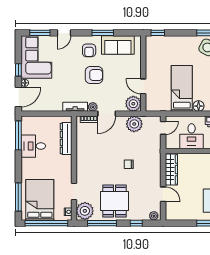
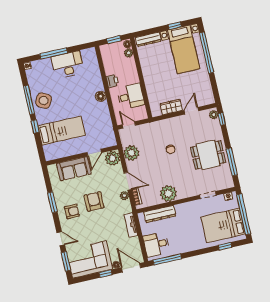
window: (158, 33) -> (35, 127), moved
sofa: (118, 45) -> (74, 169), moved, turned 90
bed: (182, 88) -> (62, 131), moved, turned 180
tv unit: (75, 107) -> (131, 225), moved
desk: (33, 146) -> (156, 244), moved, turned 90
wardrobe: (171, 169) -> (171, 107), width x0.67
window: (18, 197) -> (225, 246), width x0.46
plant: (85, 211) -> (168, 193), moved
window: (136, 223) -> (222, 119), moved

